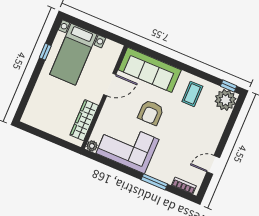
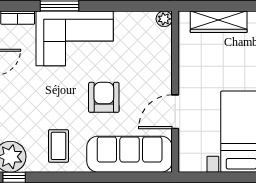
wardrobe: (84, 120) -> (219, 22), moved, turned 90
corner sofa: (127, 146) -> (75, 38), moved

